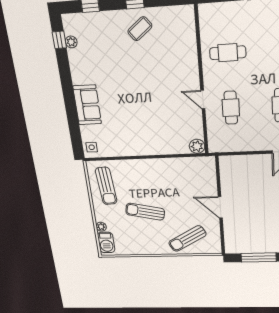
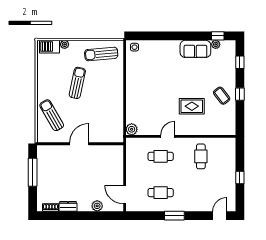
rug: (159, 70) -> (192, 106), added
sofa: (87, 105) -> (195, 49), moved

